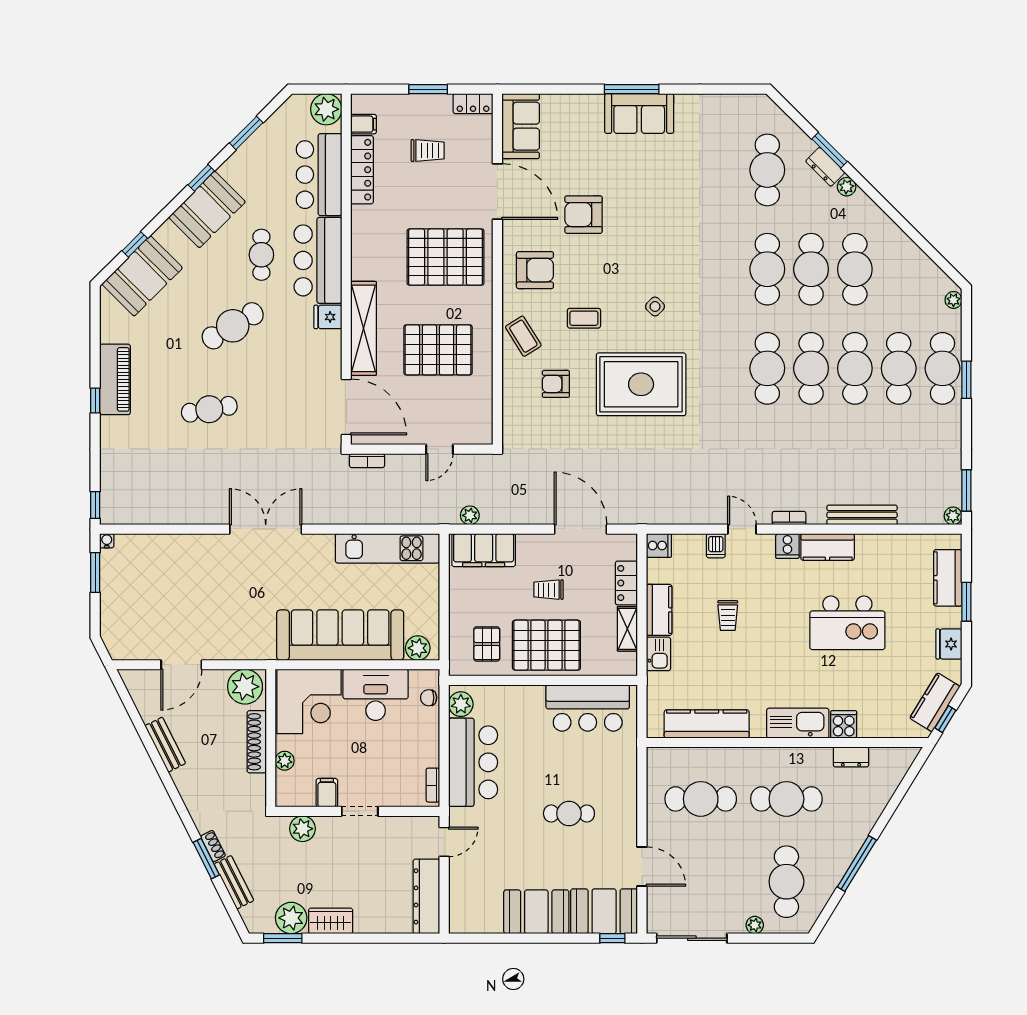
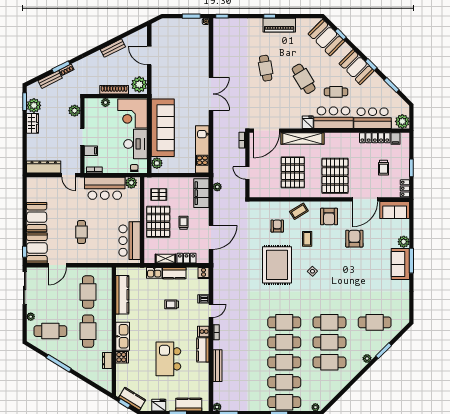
plant: (590, 106) -> (404, 242), added
dresser: (825, 167) -> (376, 349), removed
filing cabinet: (327, 793) -> (91, 151), moved

